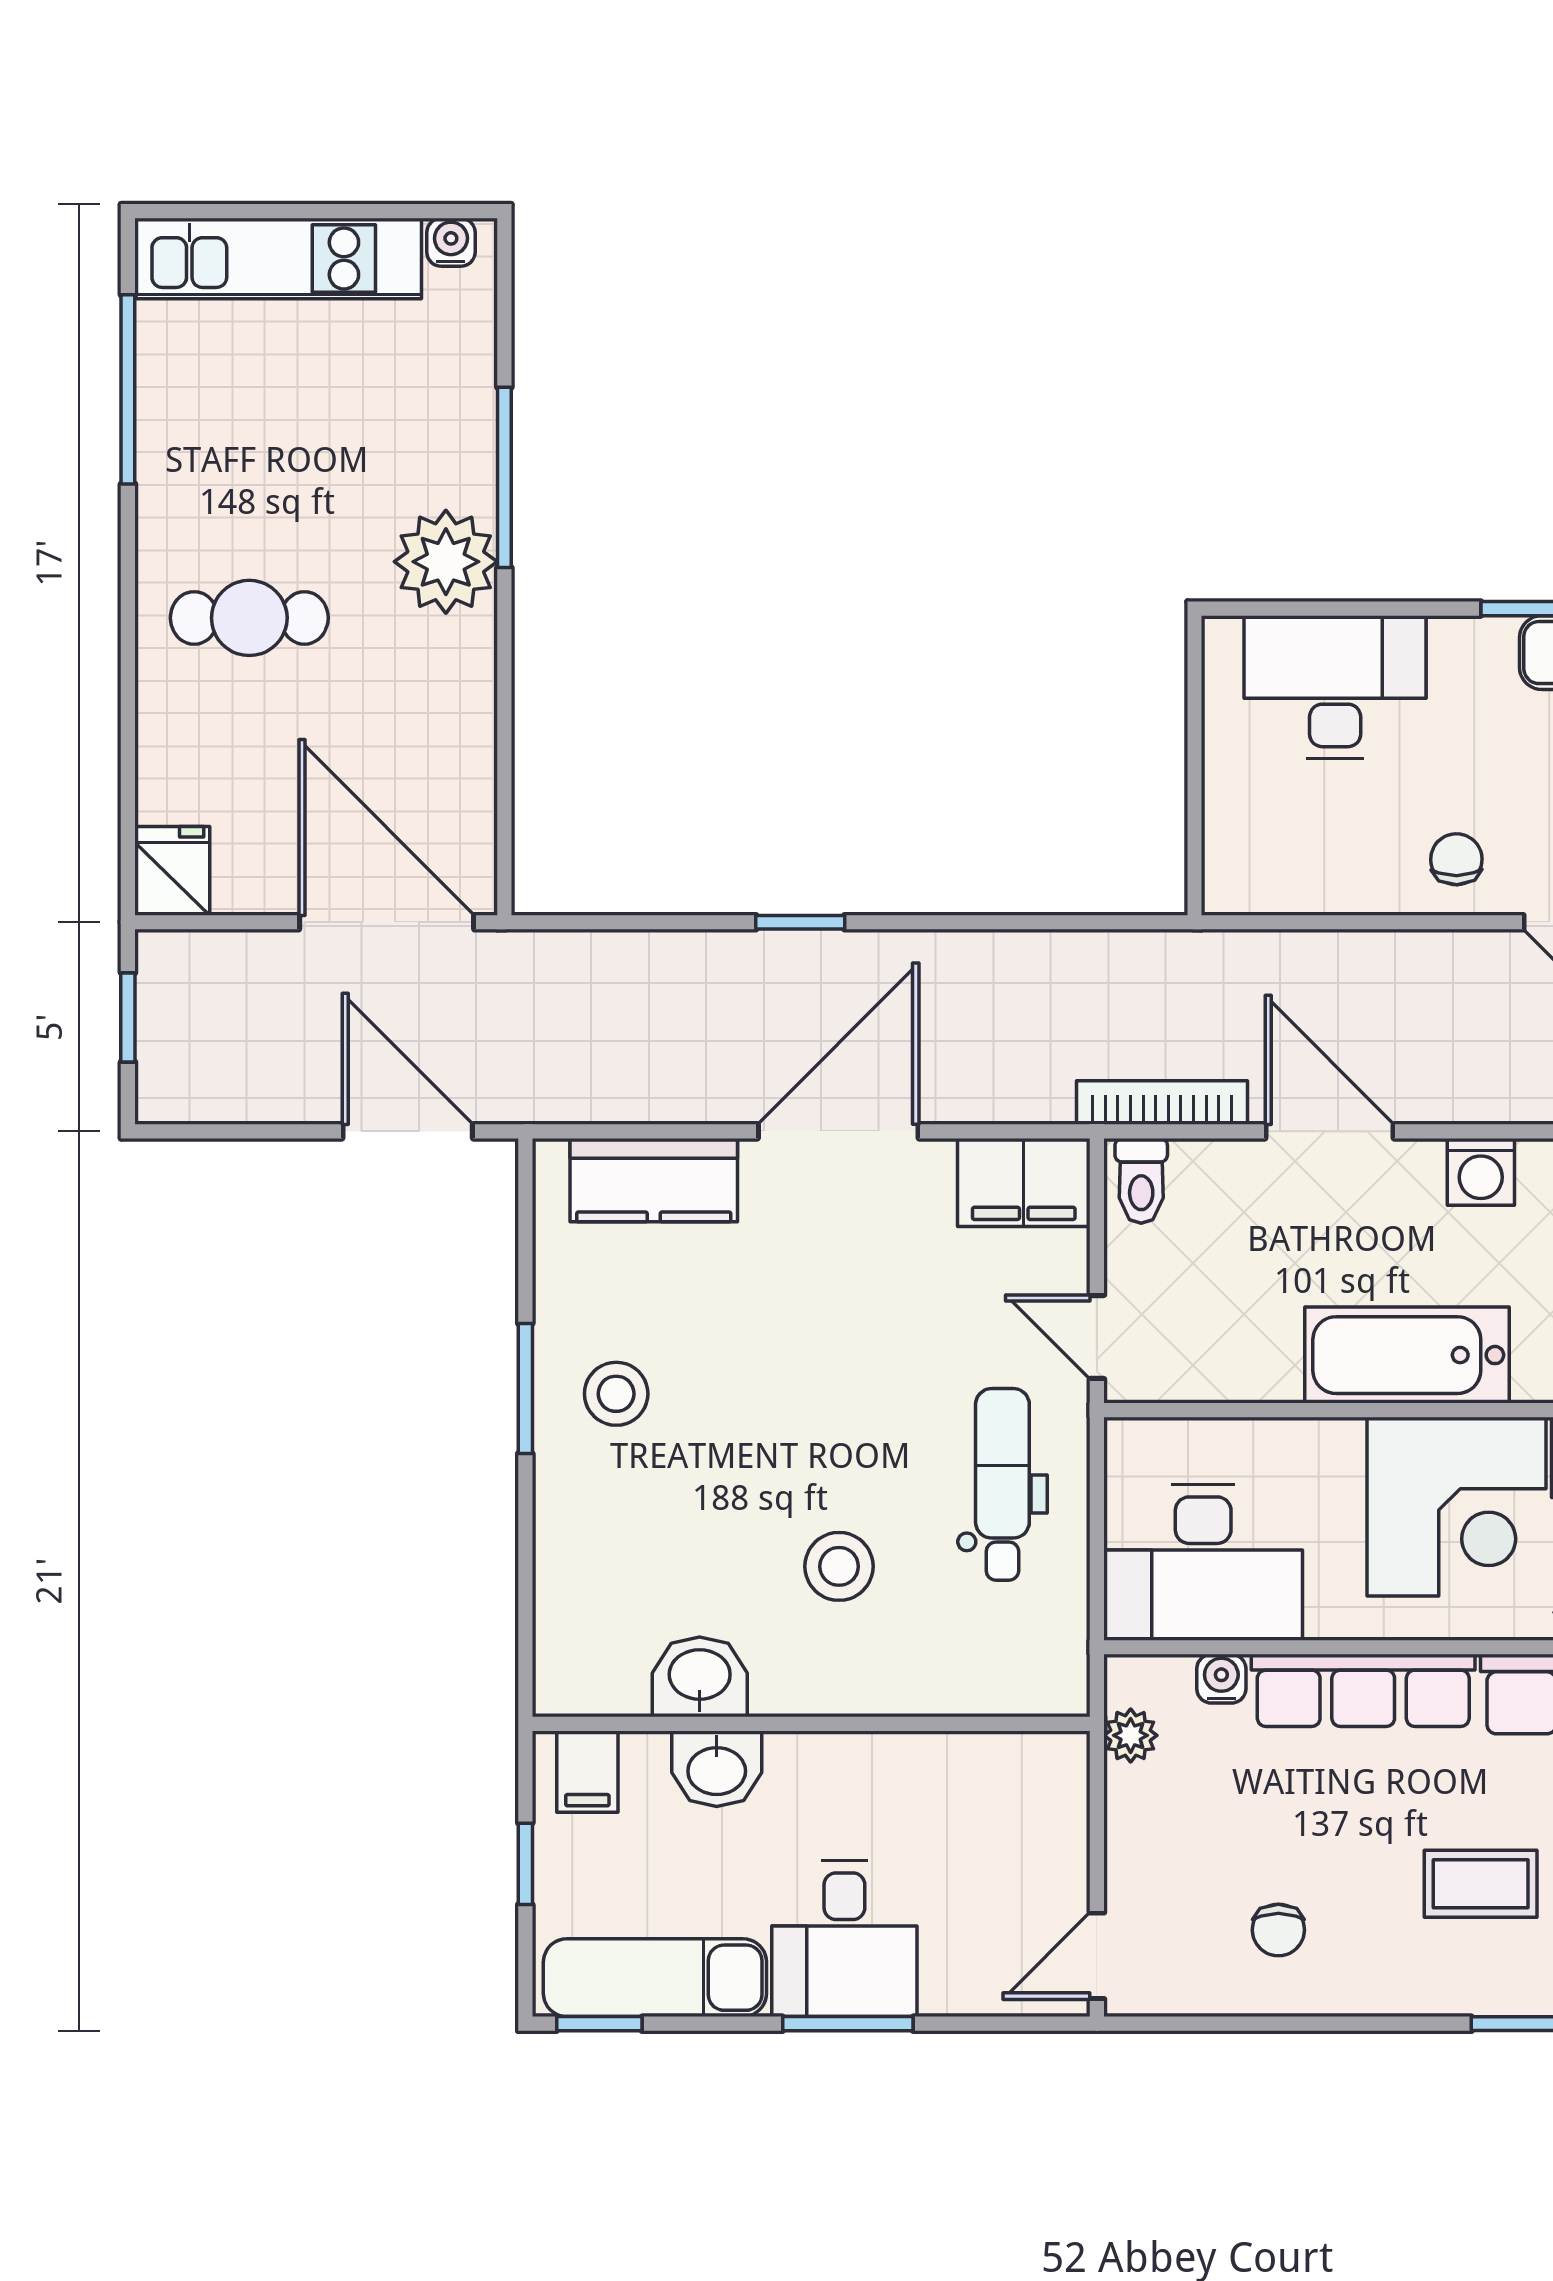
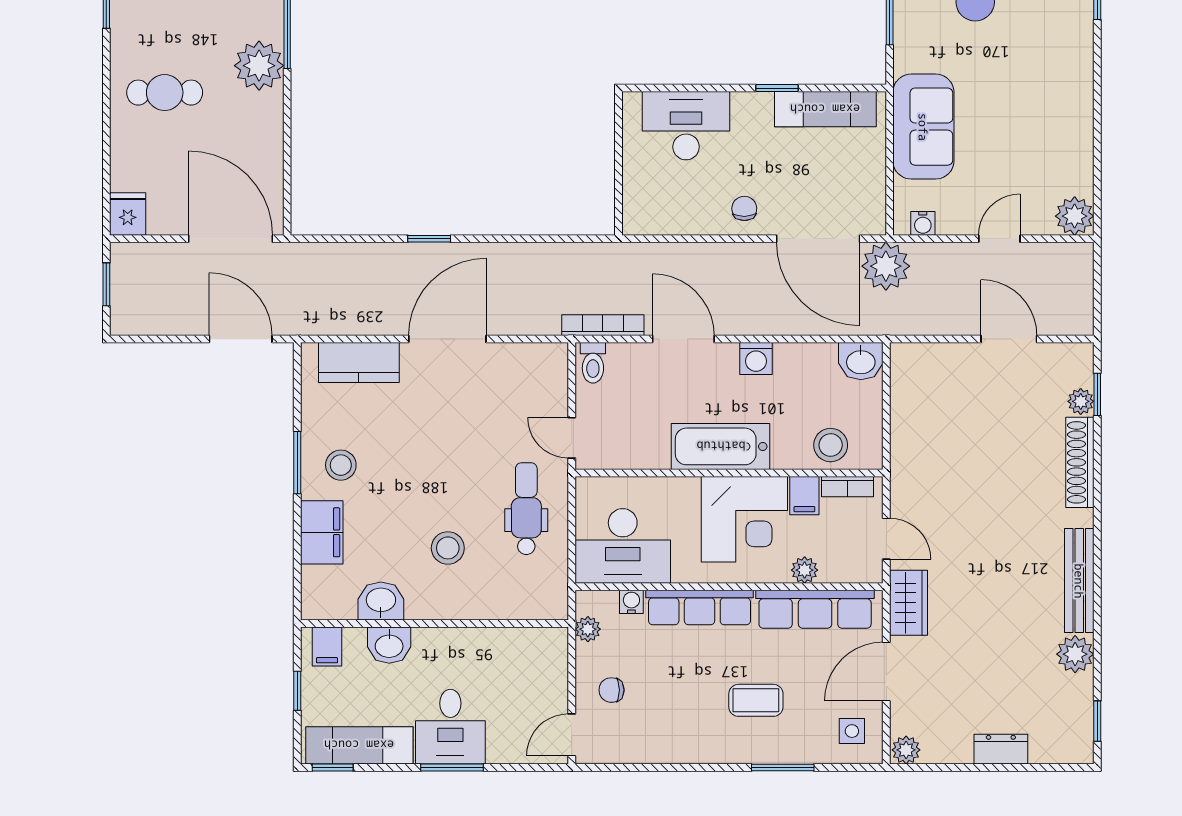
filing cabinet: (1024, 1182) -> (322, 532), moved, turned -90
chair: (1278, 1930) -> (612, 690), moved, turned 90

